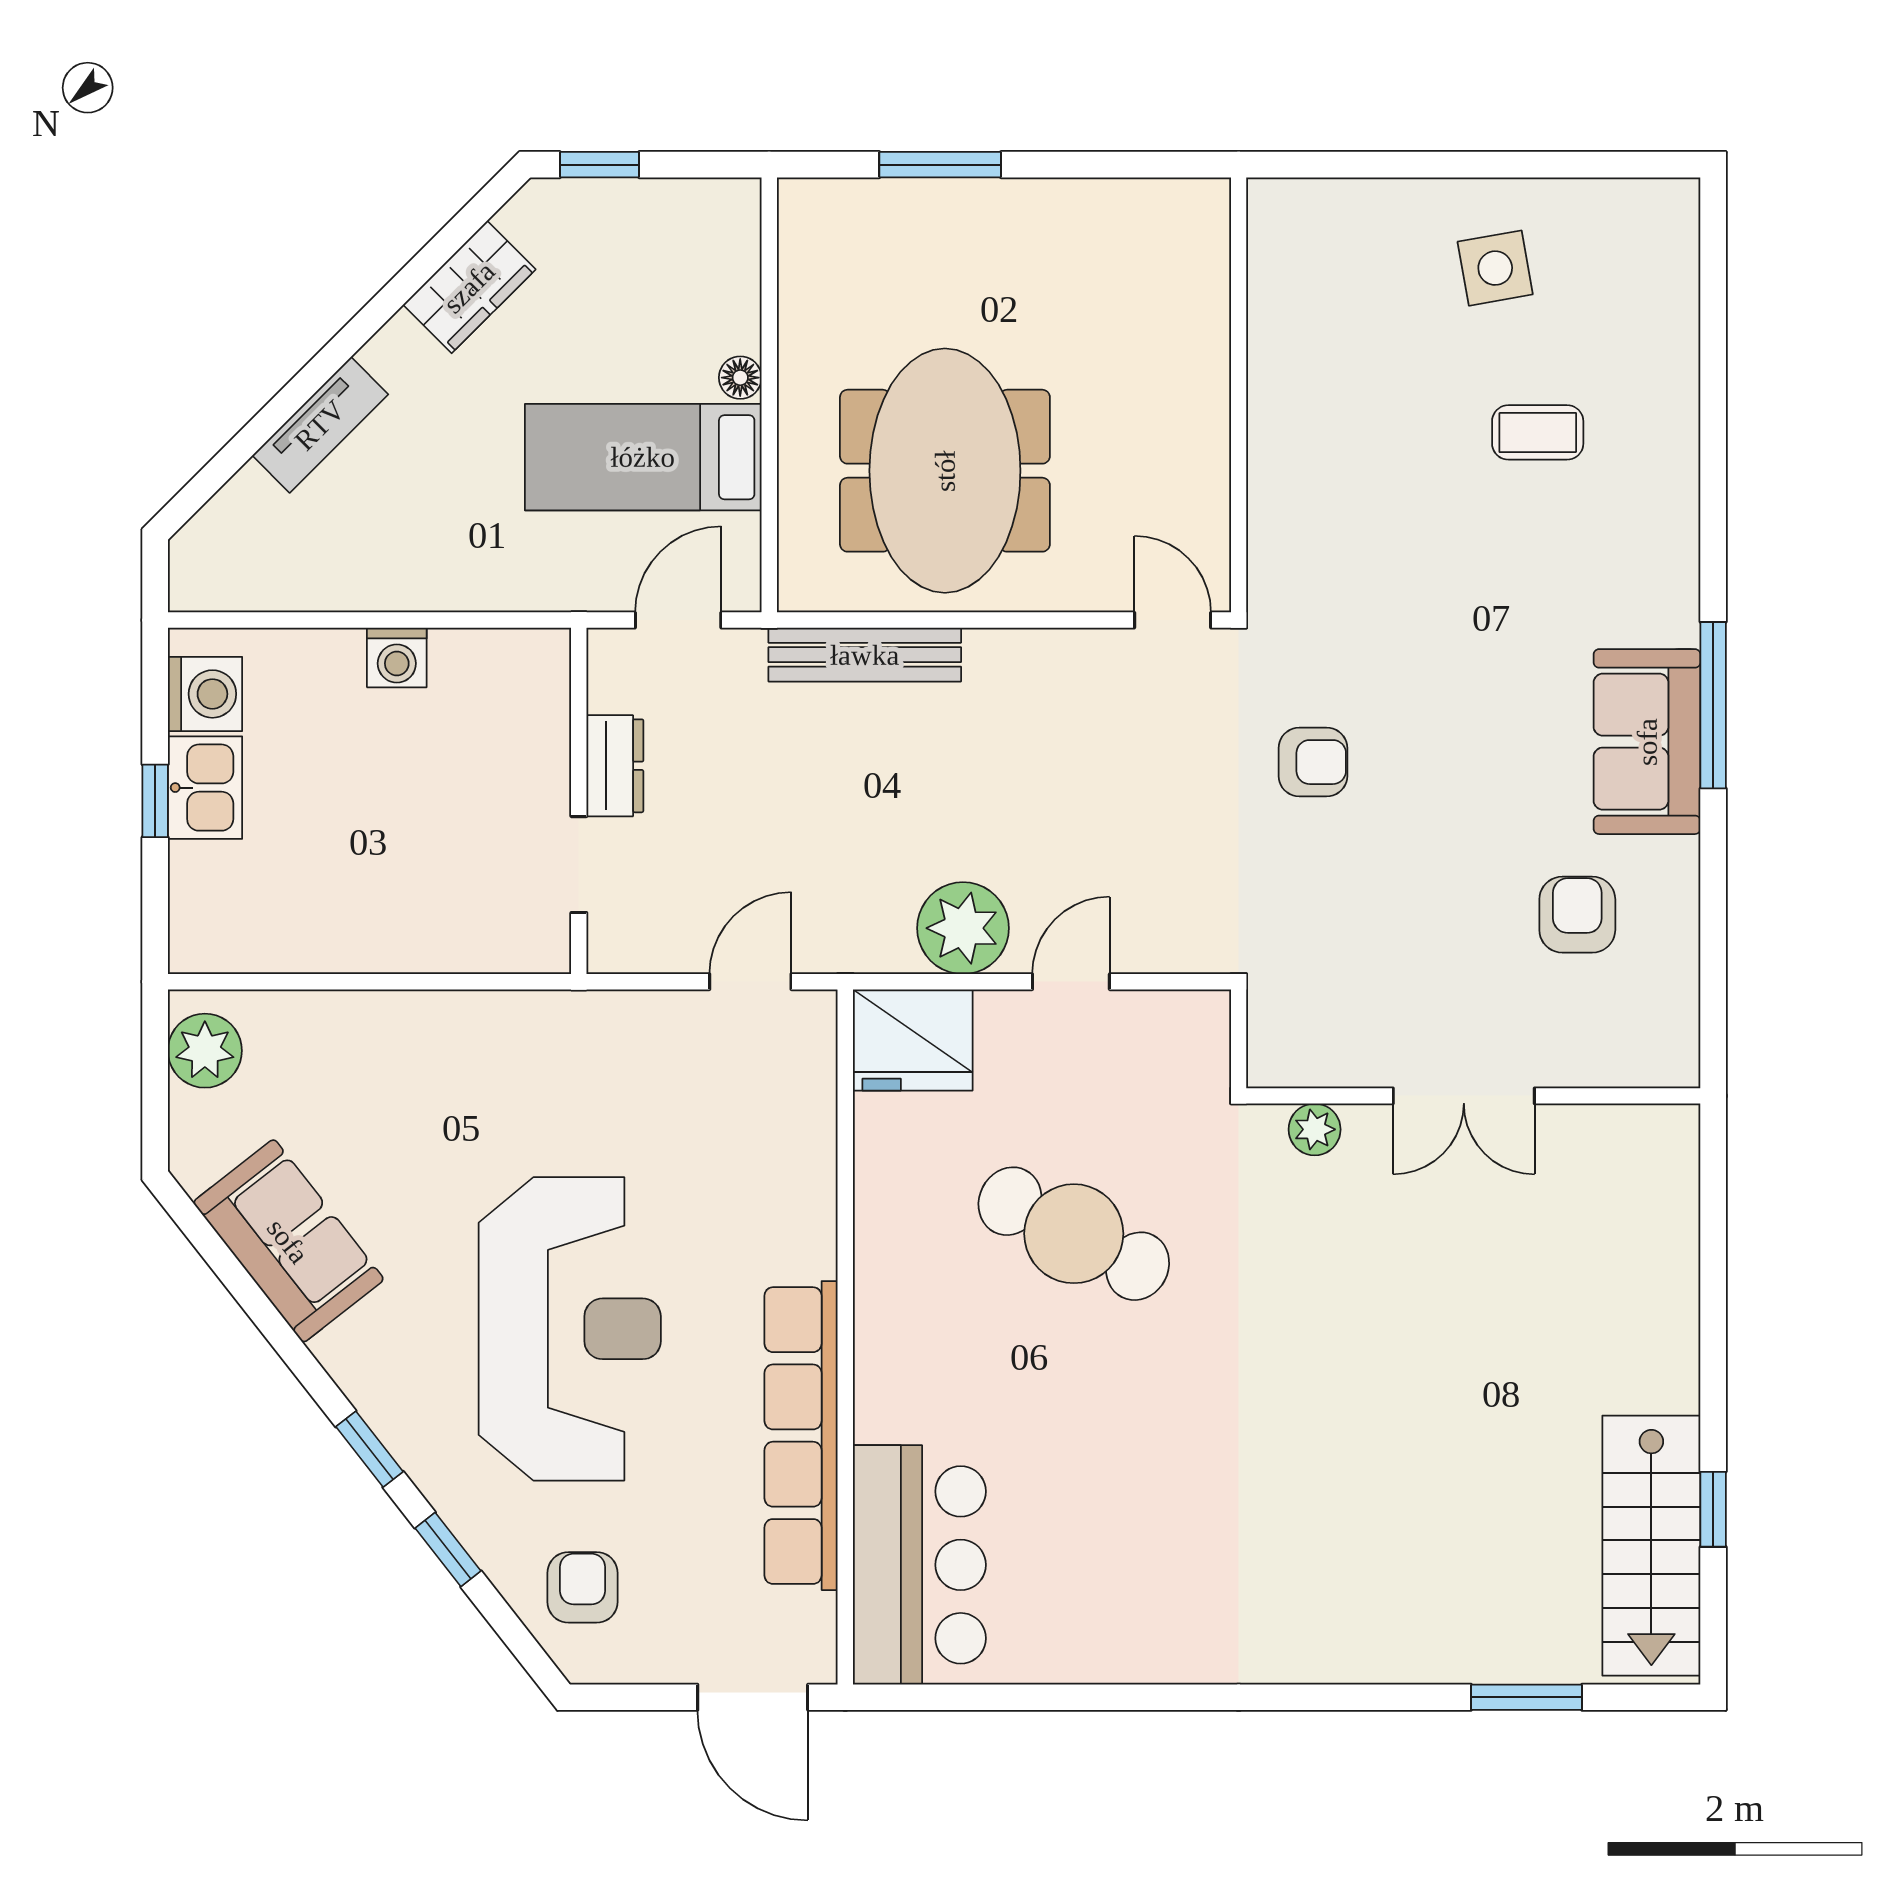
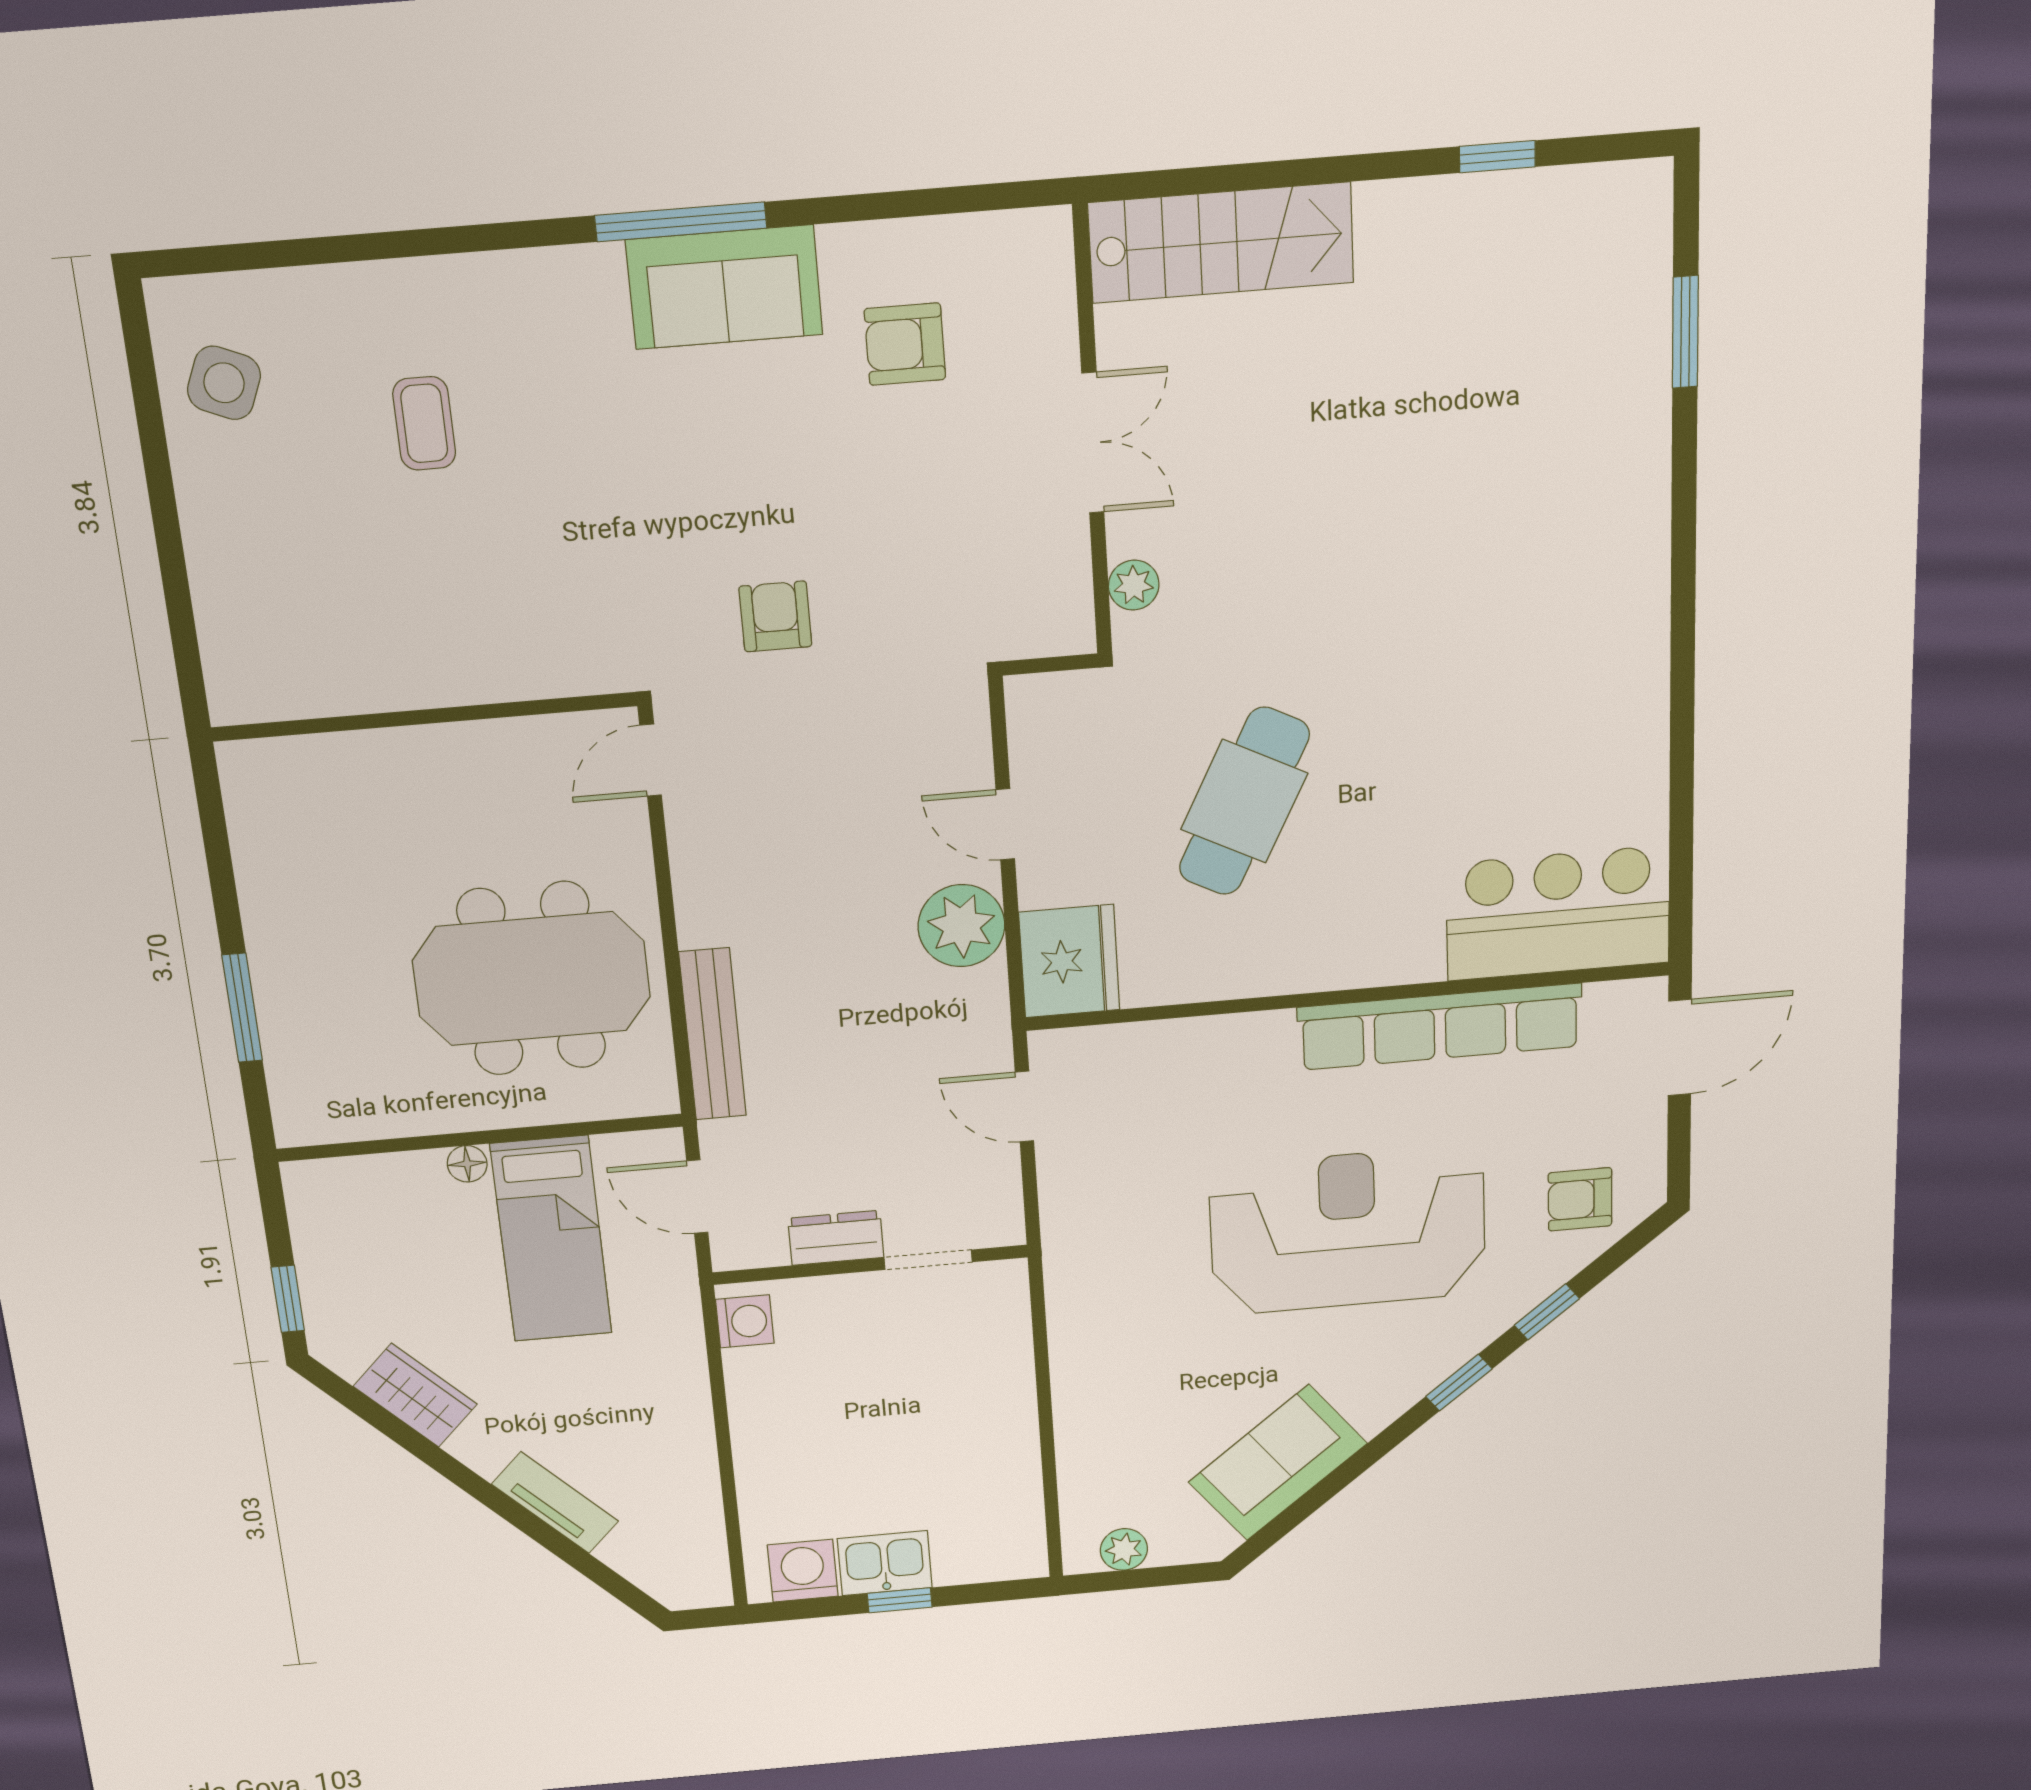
side table: (1495, 268) -> (224, 383), moved, turned 33
washing machine: (397, 658) -> (745, 1321), moved
plant: (205, 1051) -> (1124, 1549), width x0.73, depth x0.73
stairs: (1651, 1546) -> (1221, 243), moved

